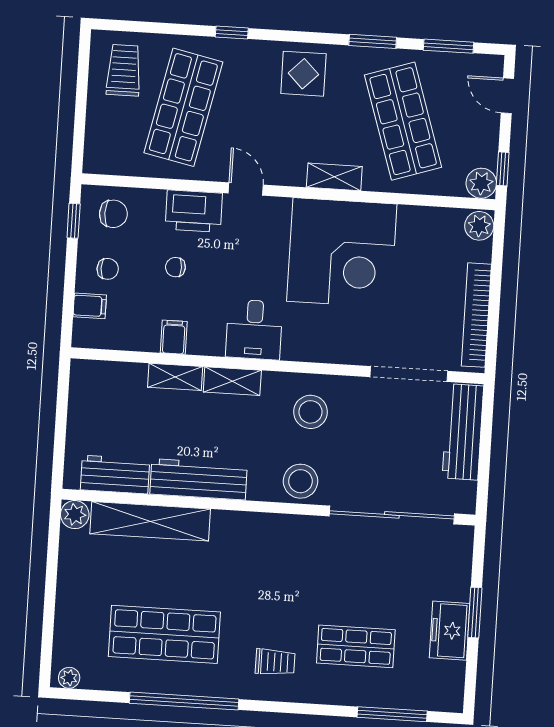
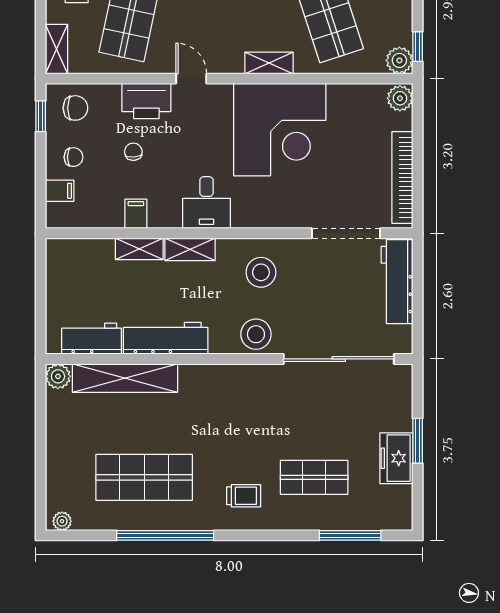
shelving: (96, 146) -> (57, 49), added
chair: (175, 267) -> (133, 152), turned 85

